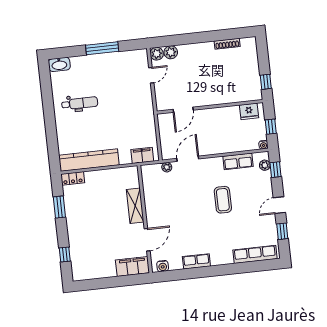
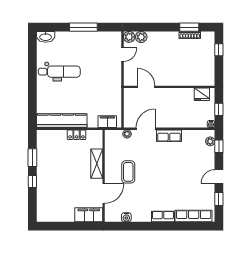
window: (226, 35) -> (189, 27), added
window: (266, 82) -> (219, 50), moved
dental chair: (80, 103) -> (59, 72), width x1.36, depth x1.38
door: (183, 110) -> (146, 87), swing flipped
row of seats: (238, 161) -> (169, 136), moved
locker: (73, 178) -> (77, 135), moved
coffee table: (223, 200) -> (128, 172), moved
window: (65, 255) -> (32, 182), moved
row of seats: (196, 261) -> (163, 216), moved
water cooler: (163, 266) -> (126, 217), moved

